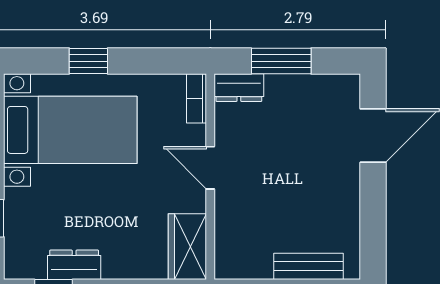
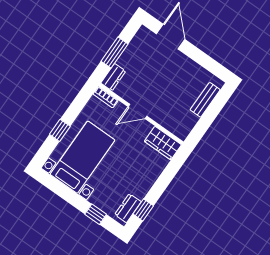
dresser: (74, 265) -> (128, 208), moved

